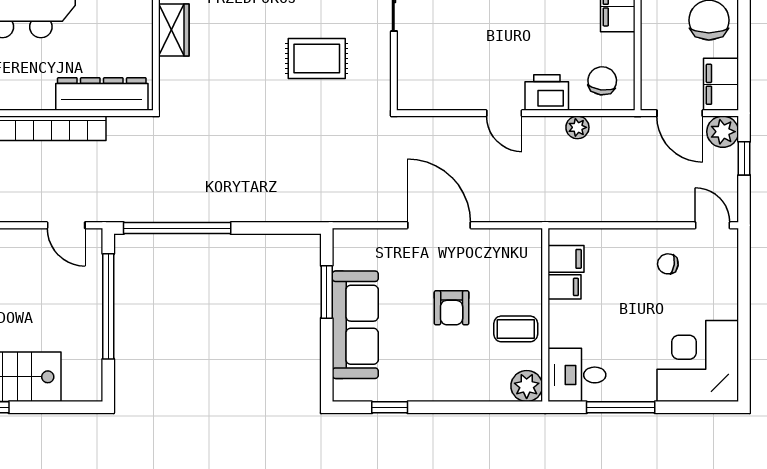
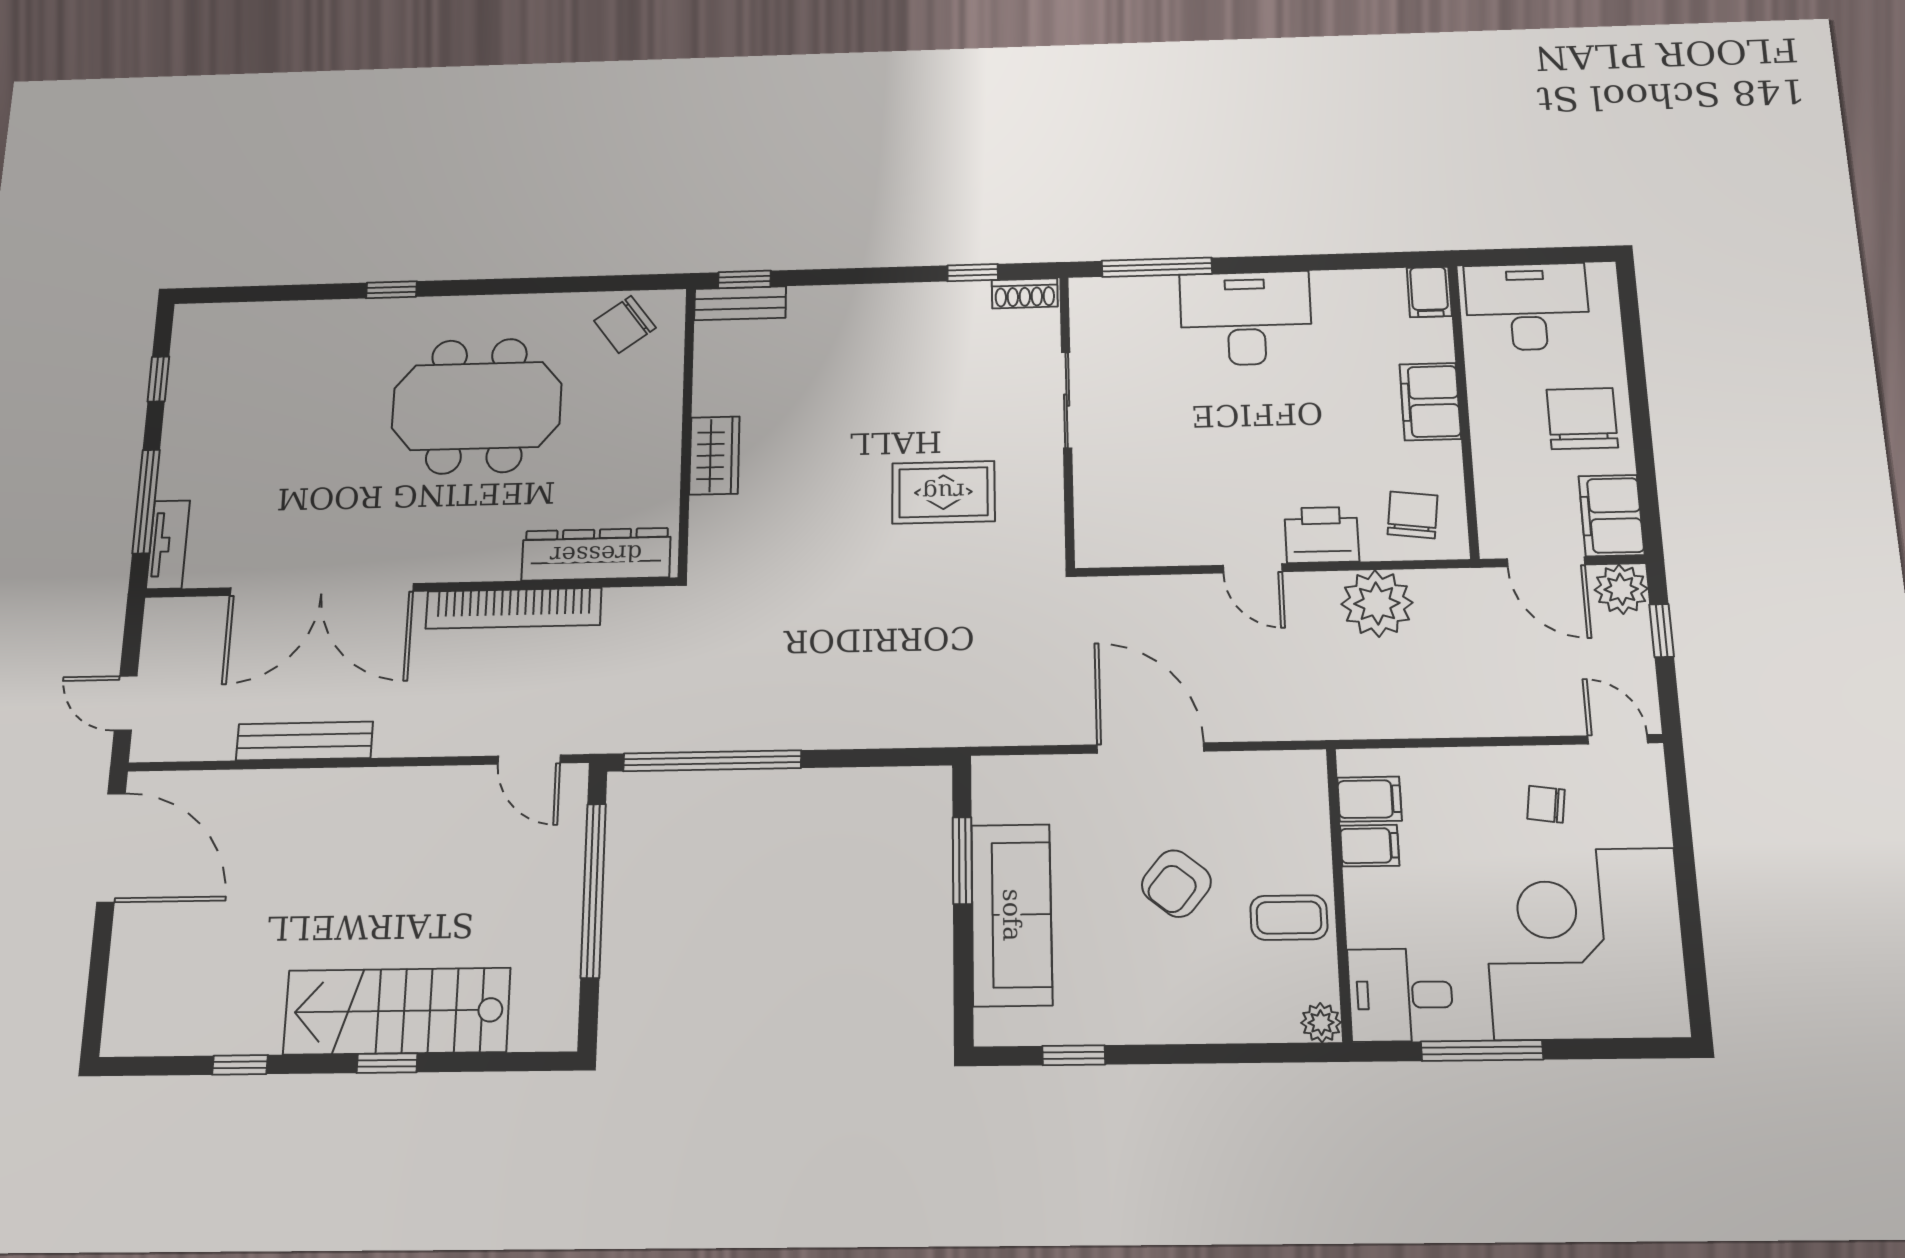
plant: (577, 127) -> (1377, 603), width x1.87, depth x1.87
armchair: (452, 308) -> (1176, 884), turned 39
corner desk: (698, 361) -> (1585, 943), width x1.36, depth x1.36
plant: (527, 386) -> (1321, 1023), width x0.73, depth x0.73

